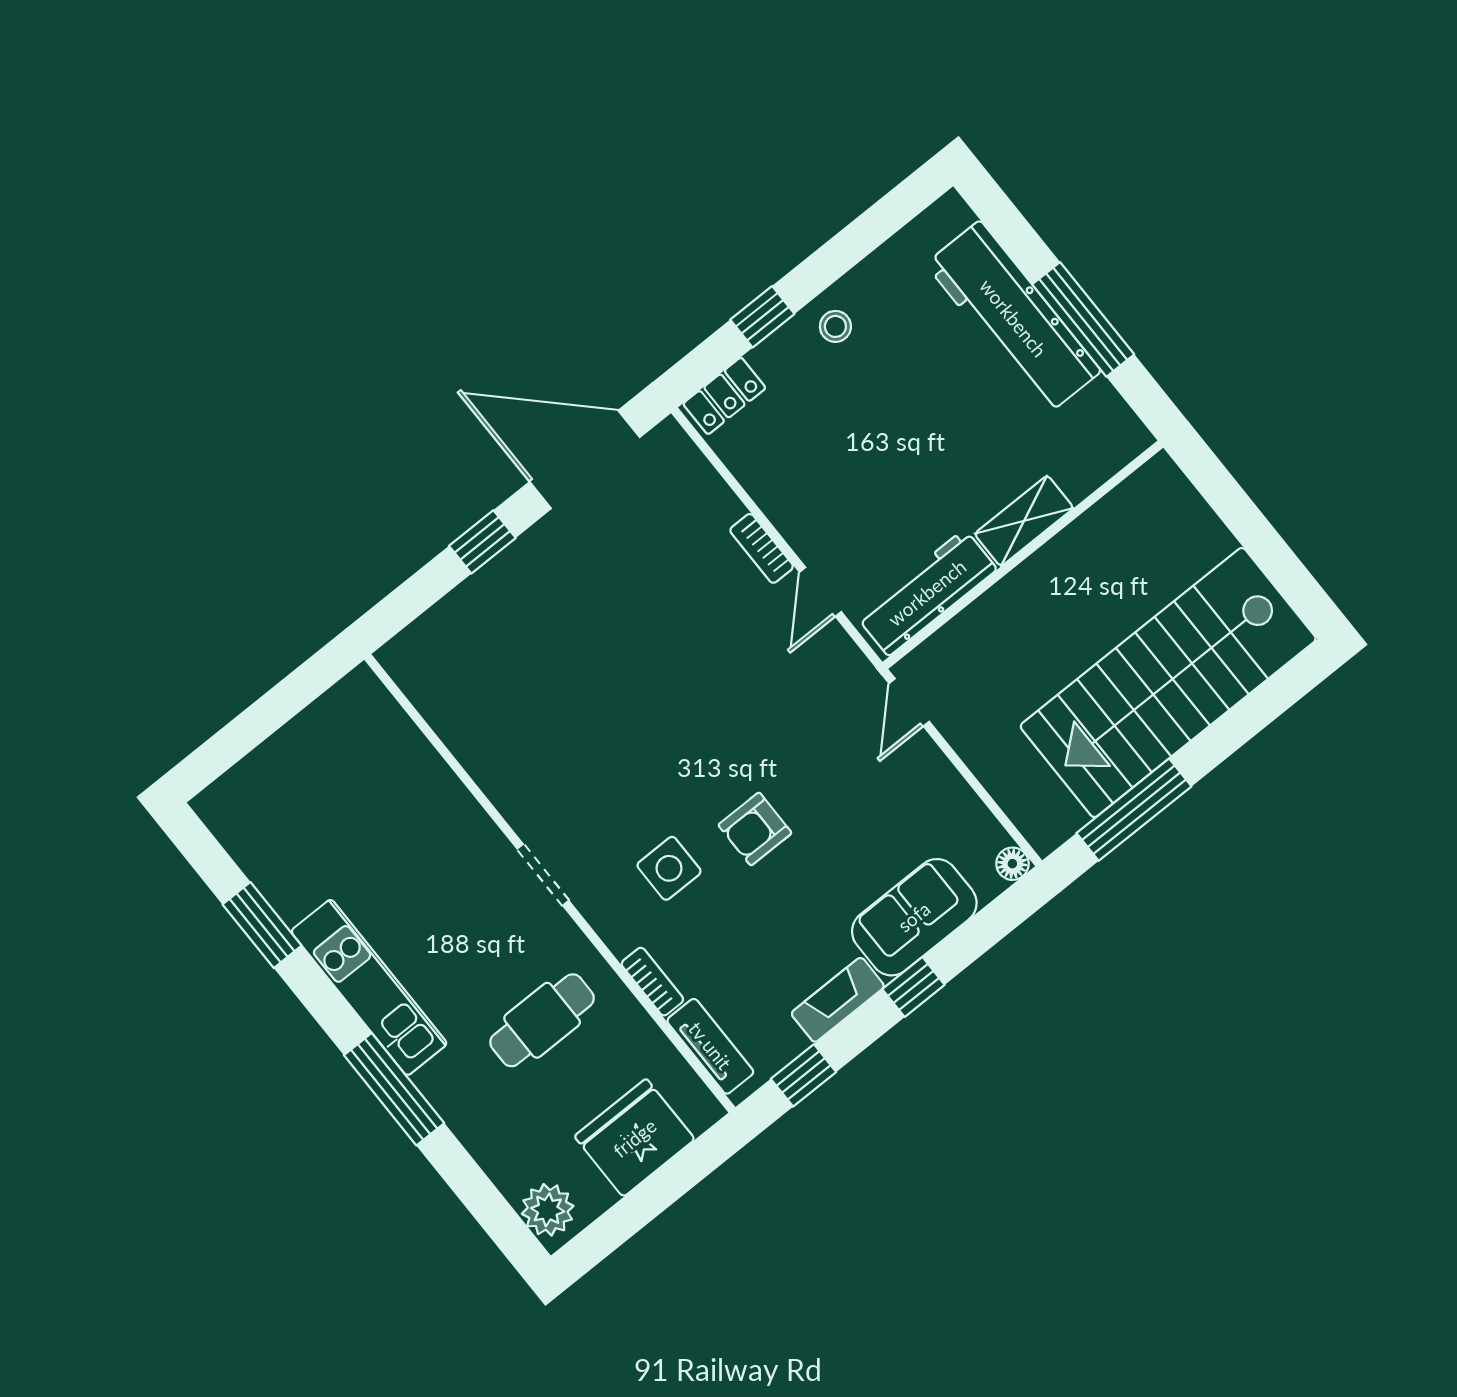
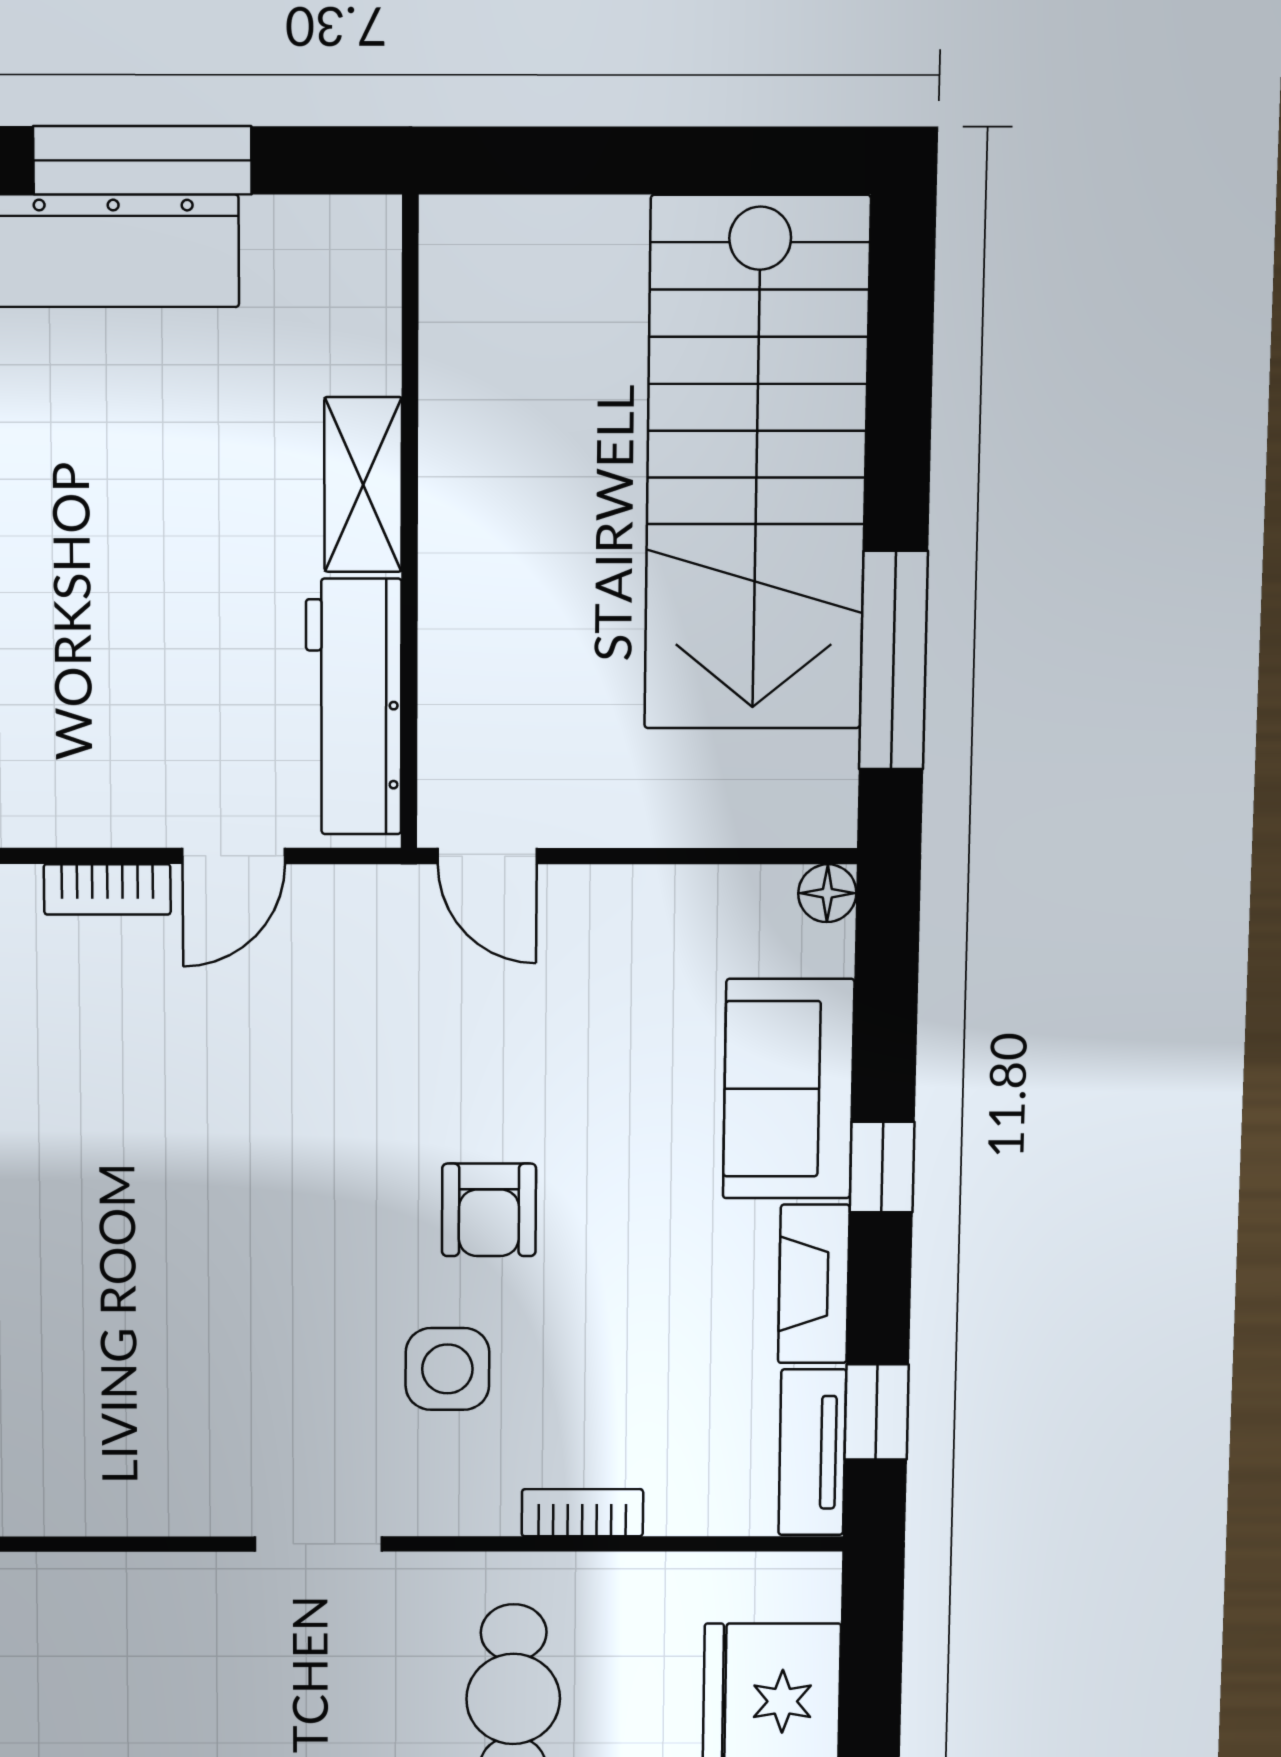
door: (820, 592) -> (234, 856), hinge flipped
tv unit: (710, 1046) -> (812, 1452), moved, turned -90

